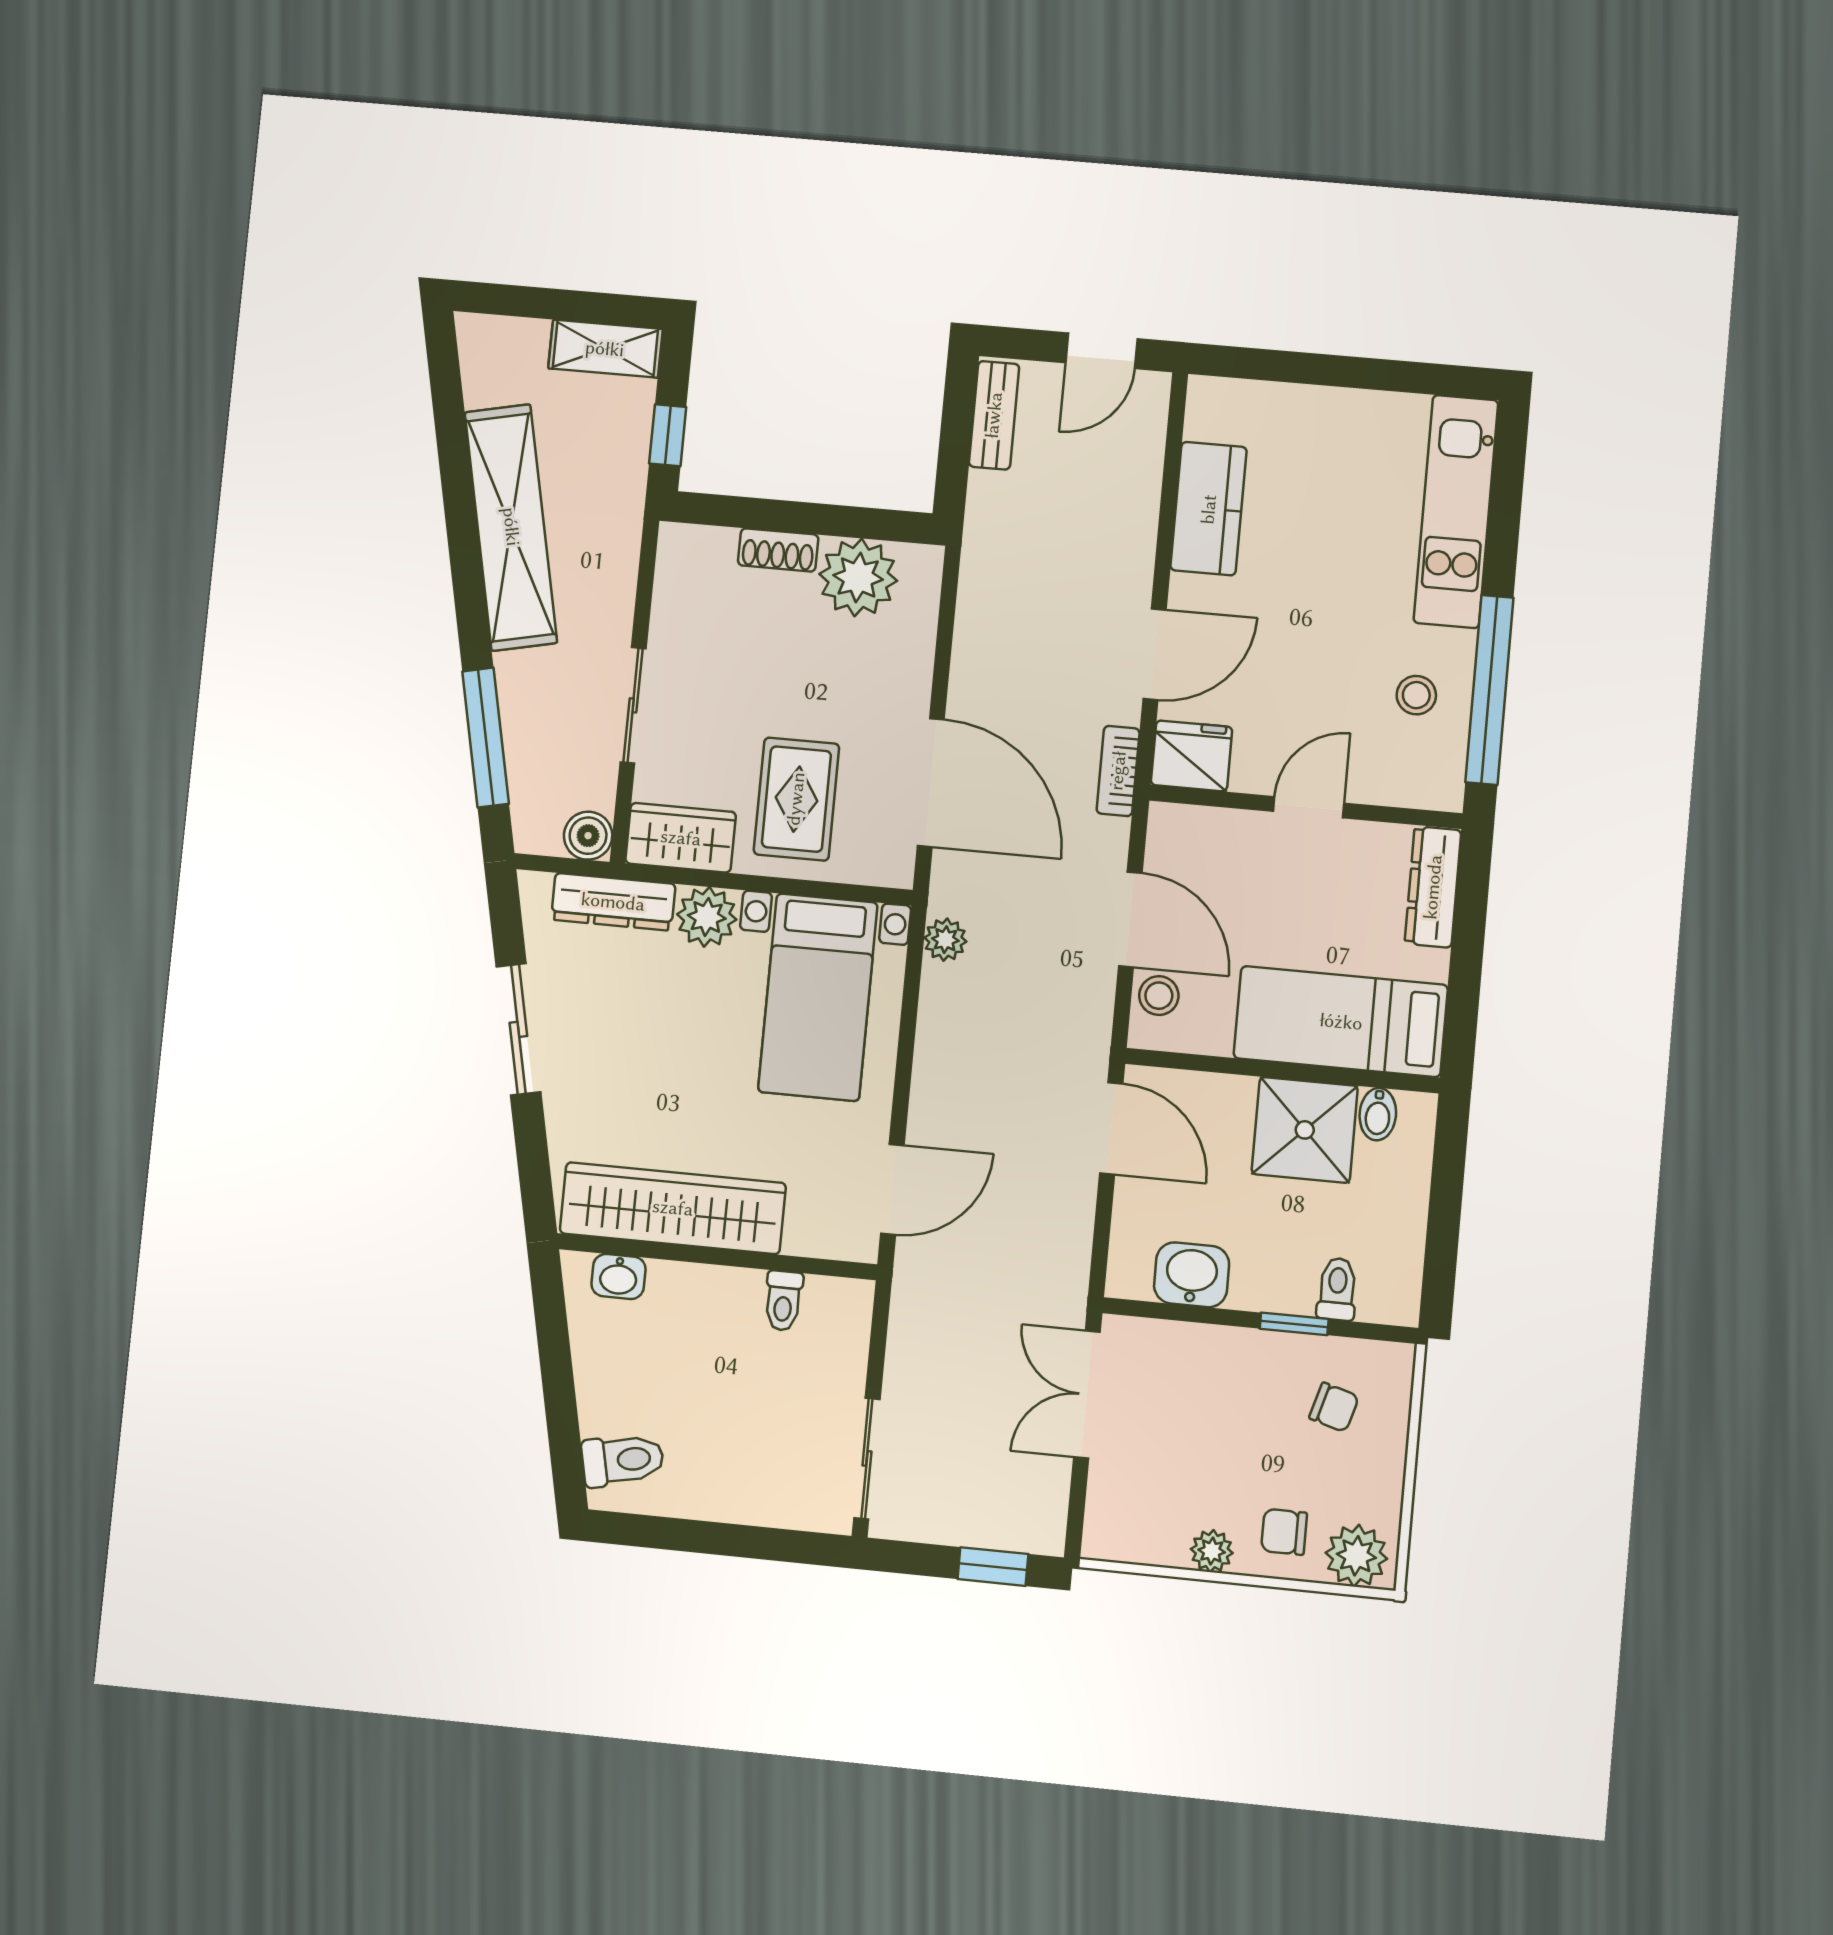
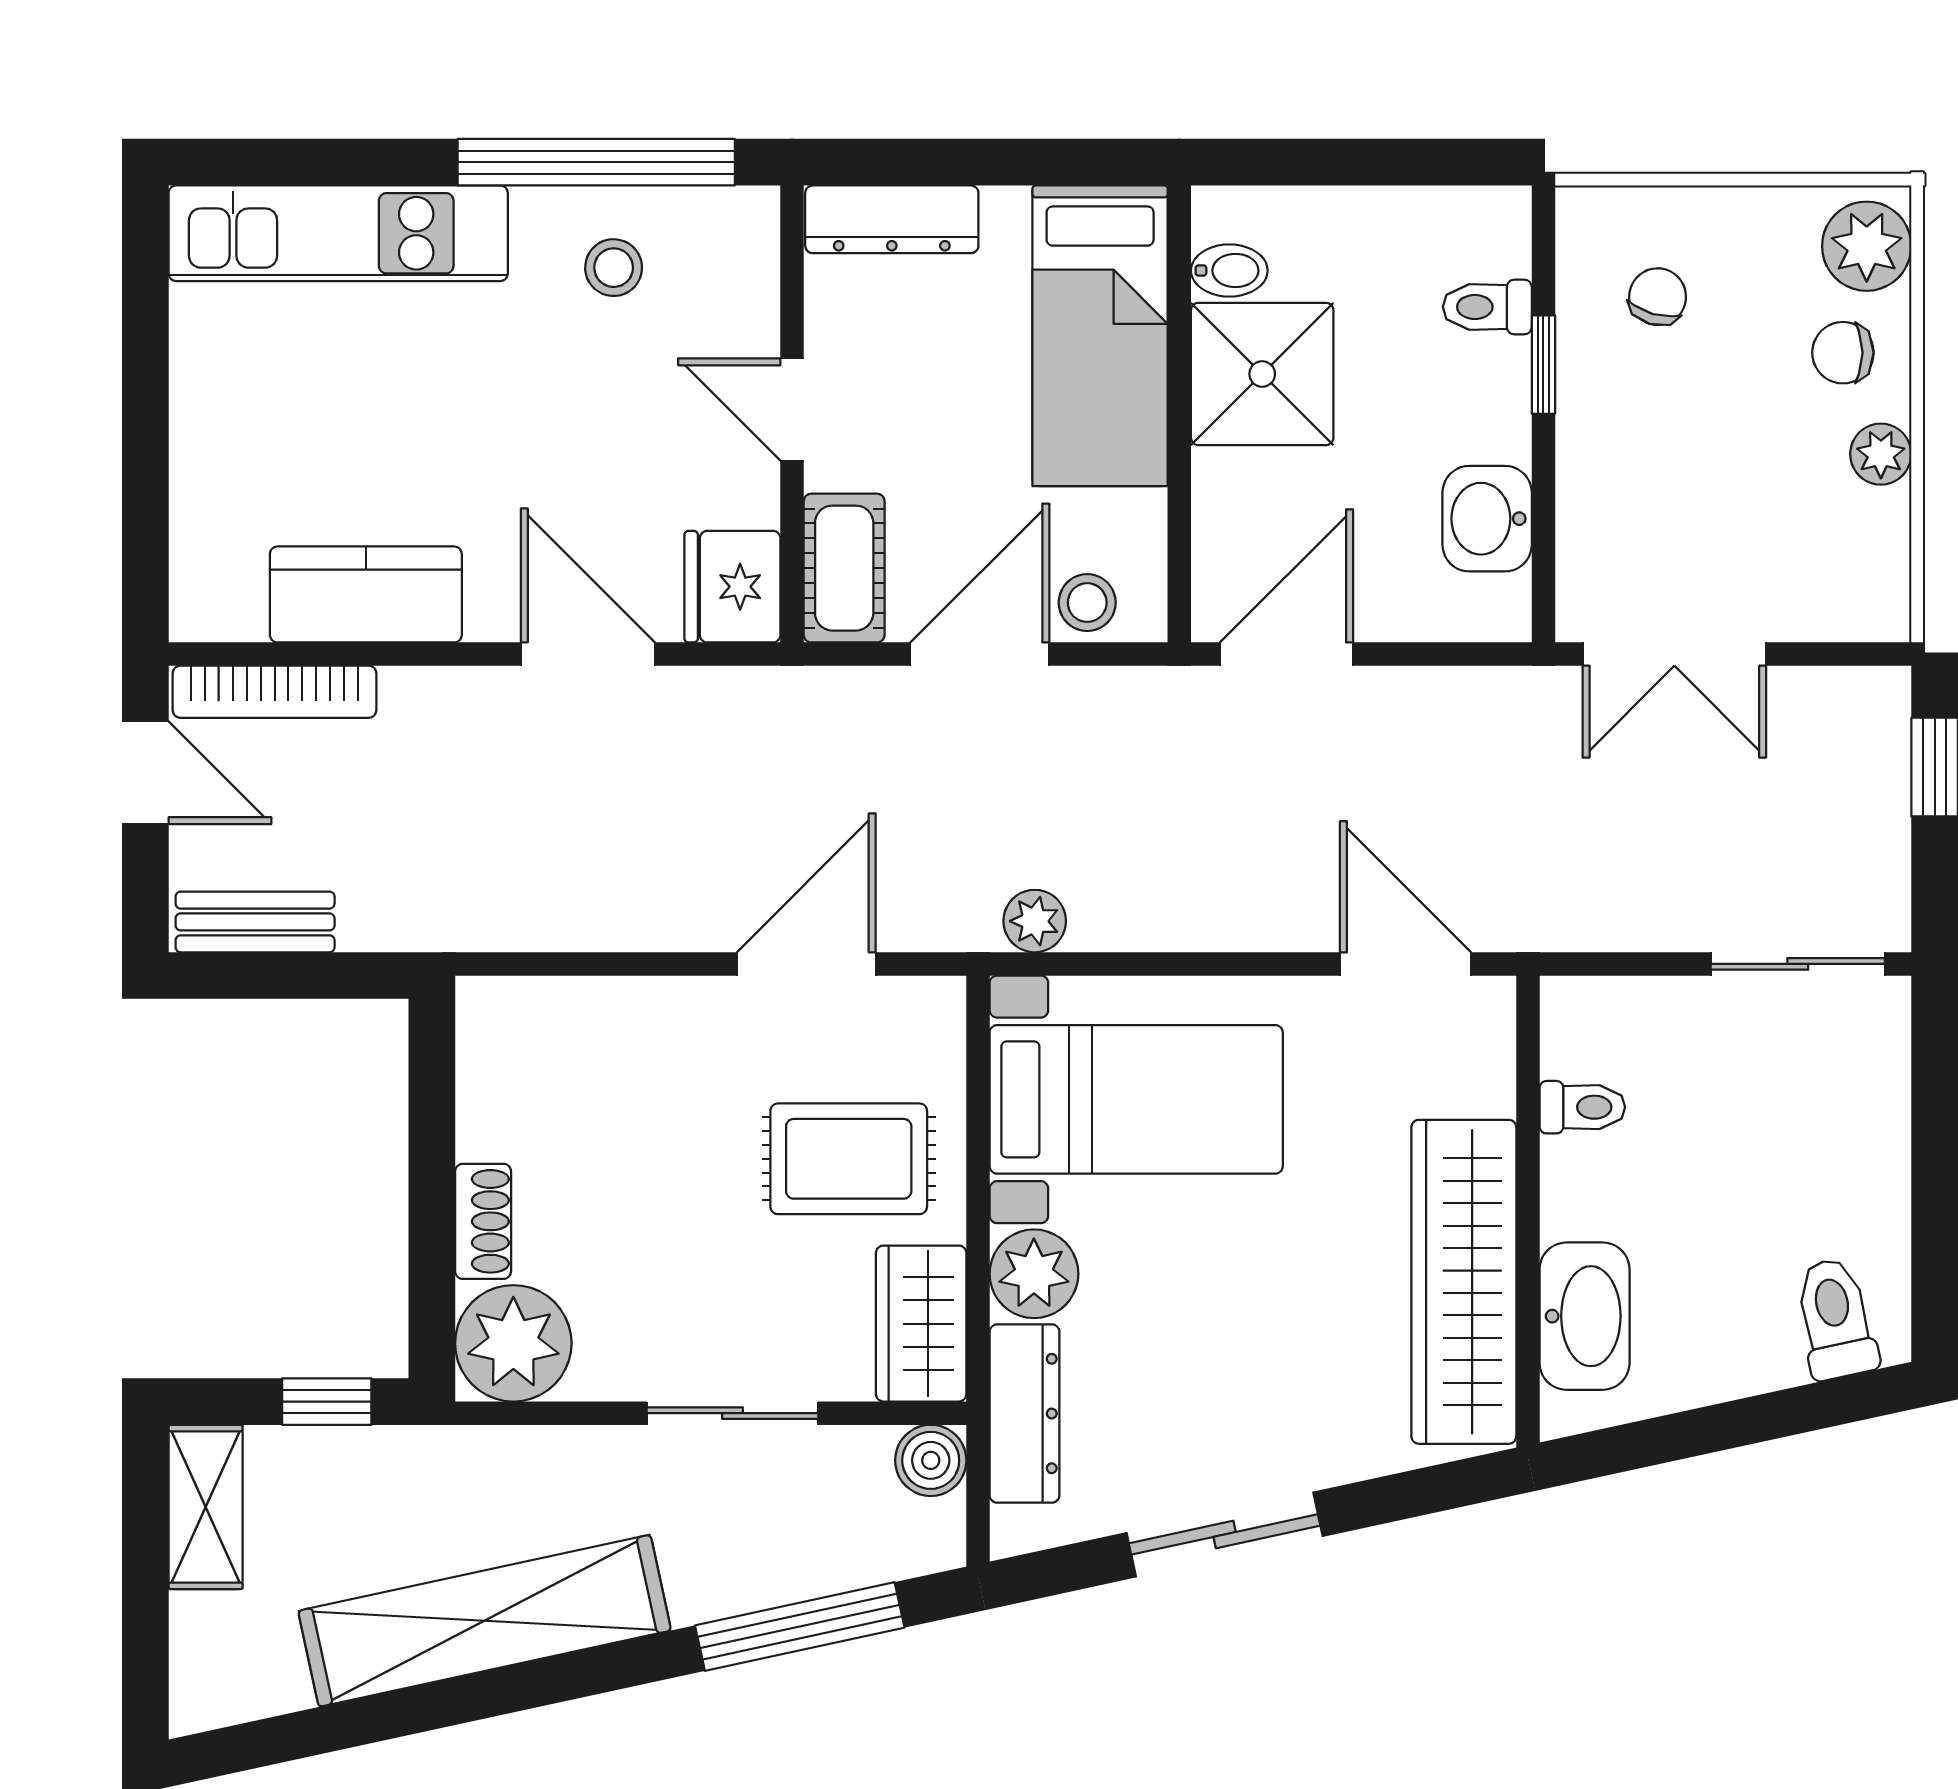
plant: (858, 577) -> (513, 1343), moved
bookcase: (1118, 771) -> (275, 692), moved, width x1.56
door: (931, 783) -> (806, 964), width x0.73
cot: (1197, 833) -> (844, 568), added
washbasin: (618, 1277) -> (1585, 1316), width x1.91, depth x1.45
chair: (1284, 1532) -> (1843, 353), turned 90

